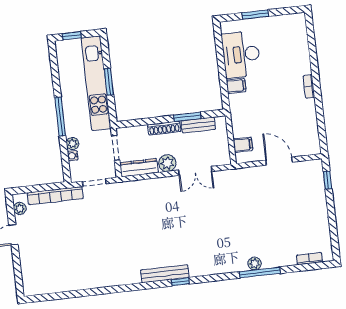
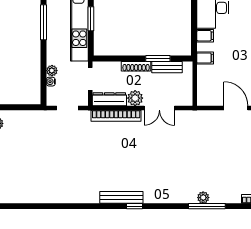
window: (60, 117) -> (43, 22), moved
filing cabinet: (243, 145) -> (205, 58), moved
bookcase: (55, 196) -> (116, 116), moved

